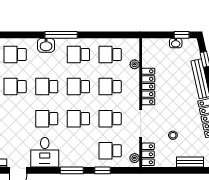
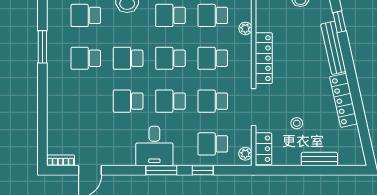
desk: (45, 152) -> (154, 146), moved

